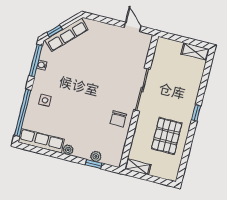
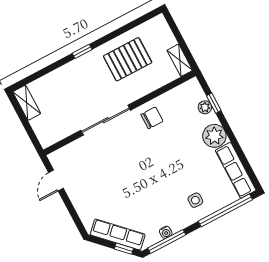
plant: (68, 150) -> (214, 136), width x1.87, depth x1.87

